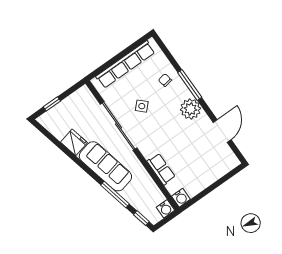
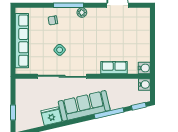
plant: (191, 109) -> (82, 13), width x0.53, depth x0.53

